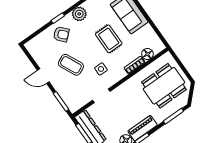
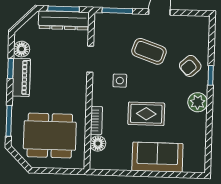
coffee table: (71, 65) -> (149, 51), turned 44
dining table: (164, 86) -> (50, 136), turned 90

